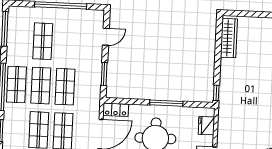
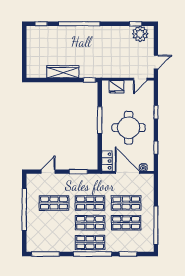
door: (106, 37) -> (48, 172), hinge flipped
wardrobe: (229, 38) -> (63, 72), moved
shop shelf: (43, 41) -> (54, 203), moved

